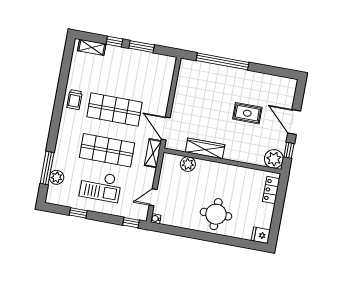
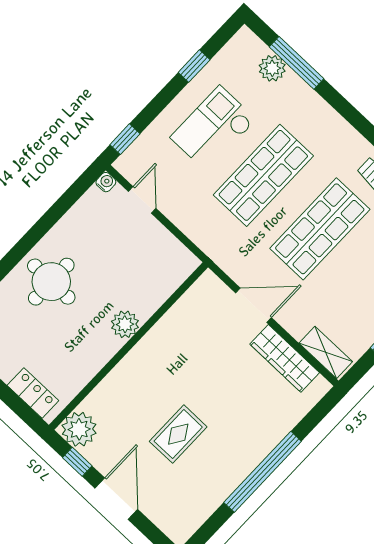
window: (223, 61) -> (263, 472), moved
door: (294, 122) -> (116, 499), hinge flipped
door: (166, 129) -> (254, 305), moved
wardrobe: (205, 148) -> (285, 358), moved, turned 90
shelving: (153, 153) -> (326, 352), moved
plant: (188, 164) -> (125, 324), moved

